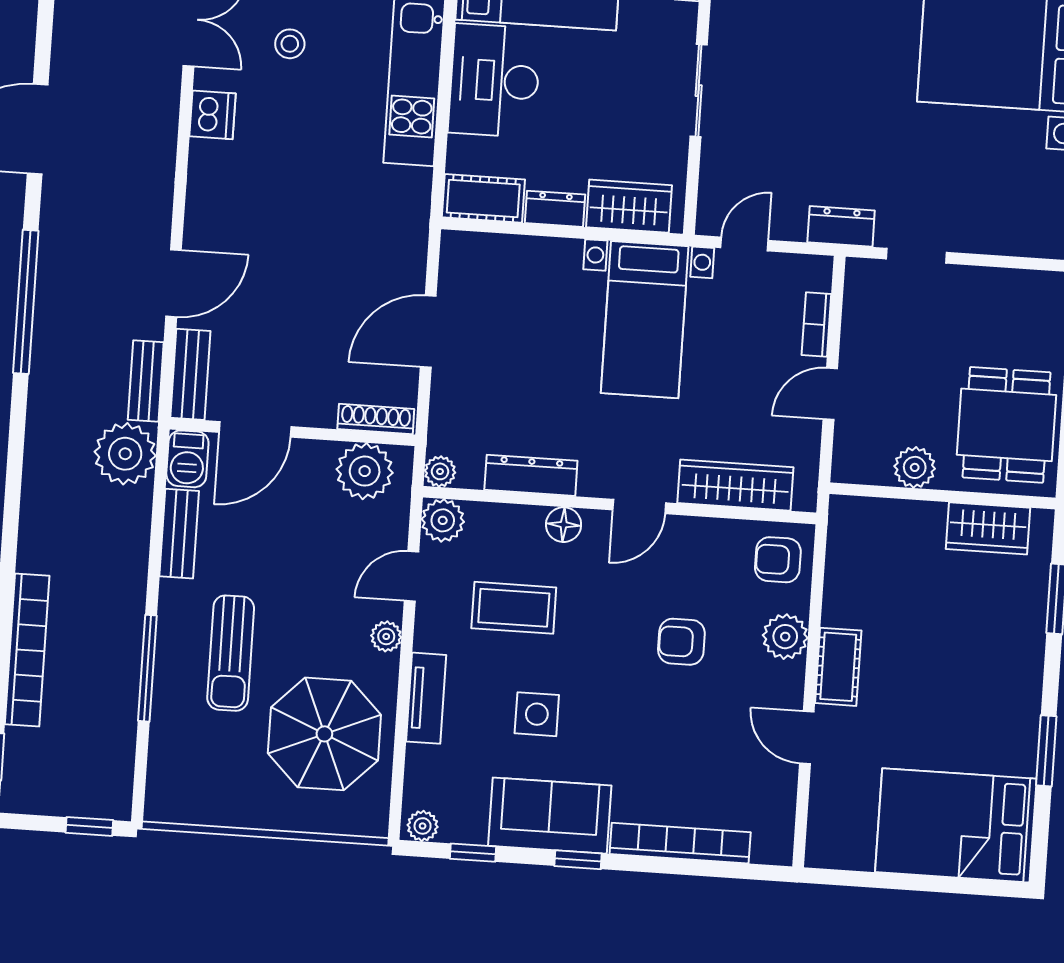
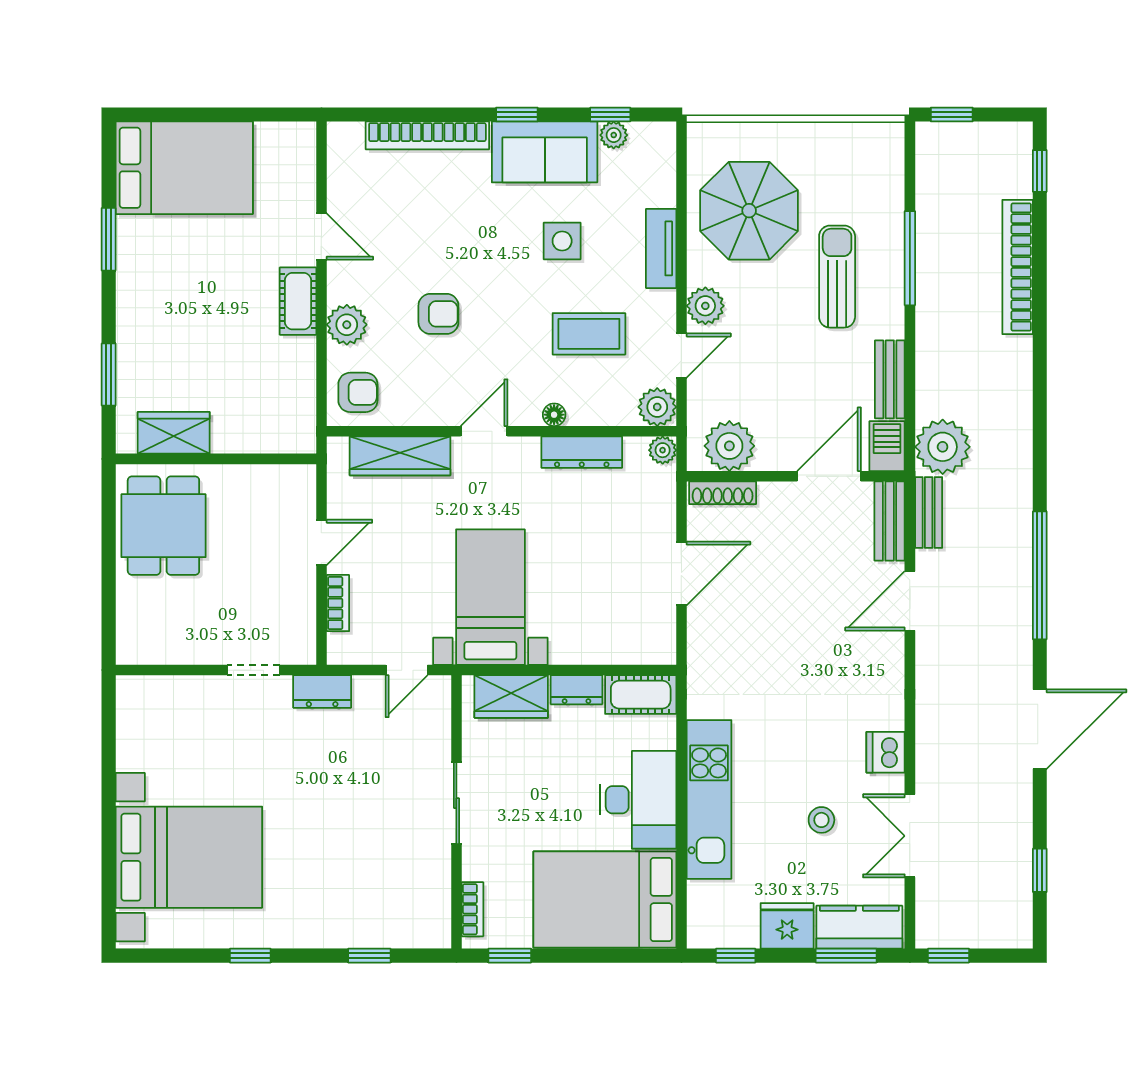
plant: (915, 467) -> (242, 482), removed
floor lamp: (564, 525) -> (554, 415), width x0.73, depth x0.73
plant: (386, 636) -> (705, 306), width x1.38, depth x1.38
plant: (423, 826) -> (614, 135), moved

